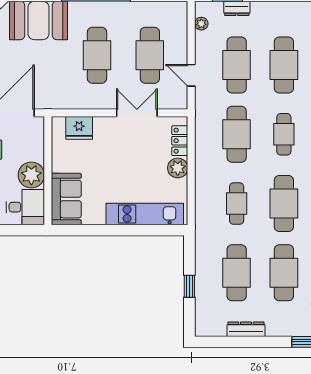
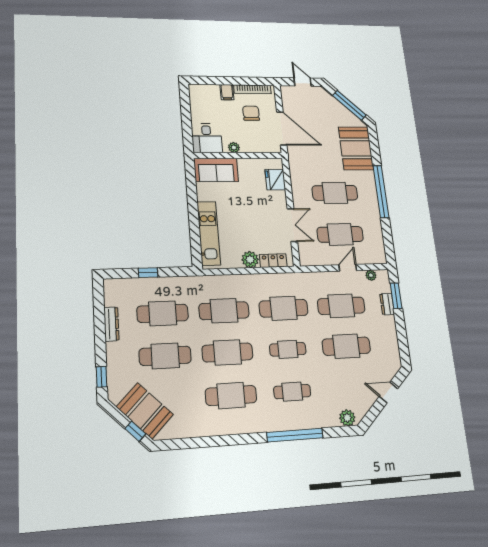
door: (191, 75) -> (348, 268), moved
plant: (31, 175) -> (234, 147), width x0.53, depth x0.53
cafe table: (237, 204) -> (224, 311), width x1.37, depth x1.35

